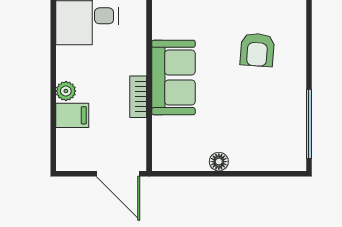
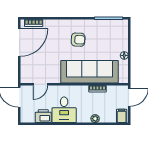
sofa: (173, 77) -> (90, 72), width x1.85, depth x1.27
filing cabinet: (72, 115) -> (122, 116), moved

